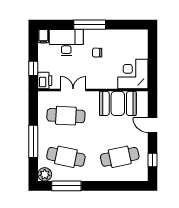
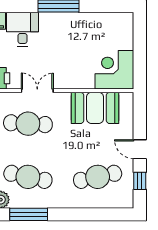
desk: (66, 43) -> (22, 29), width x0.73
chair: (97, 53) -> (68, 42), removed
door: (152, 125) -> (140, 149), moved

